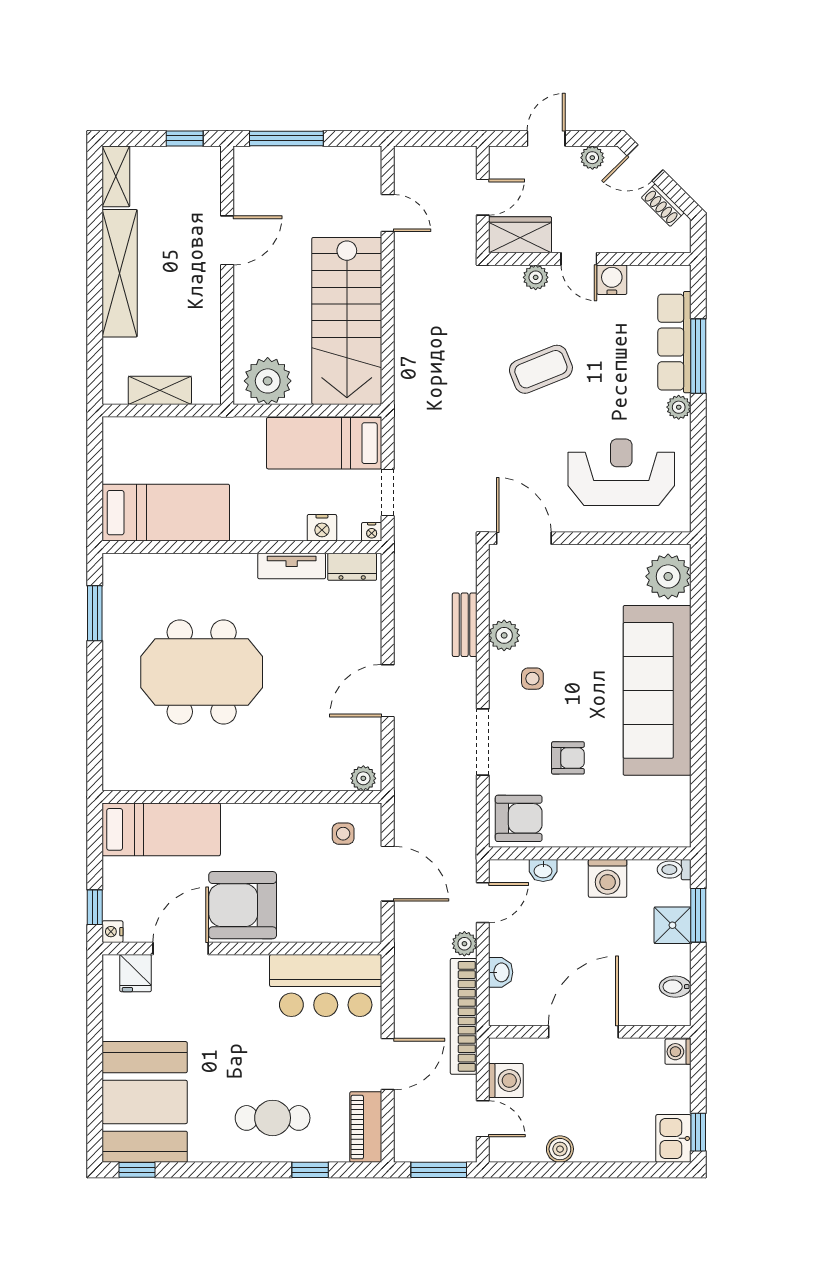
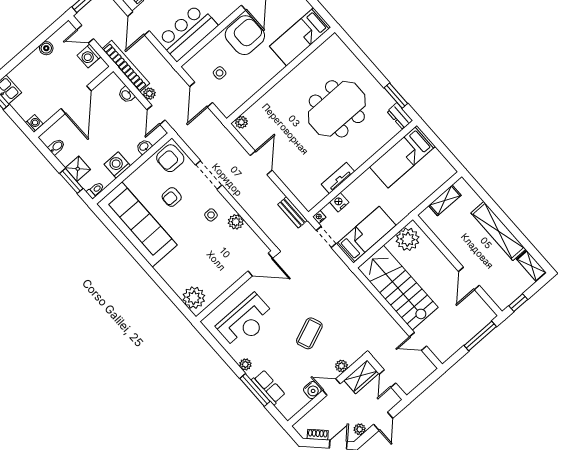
row of seats: (674, 342) -> (268, 387), width x0.68
dresser: (352, 567) -> (400, 116), moved, turned -90
bench: (465, 625) -> (293, 212), moved
sofa: (657, 690) -> (137, 225), moved
side table: (343, 834) -> (220, 73), moved
door: (388, 874) -> (201, 95), hinge flipped

